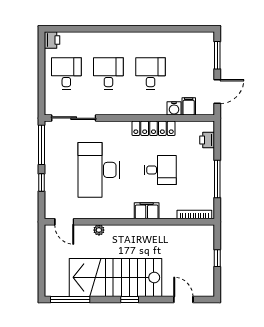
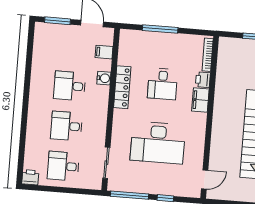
water cooler: (174, 108) -> (104, 78), moved
sliding door: (74, 118) -> (106, 163), width x0.73
printer: (207, 140) -> (203, 80), moved, turned 90
desk: (160, 170) -> (163, 84), turned 180
window: (217, 179) -> (160, 29), moved
plant: (99, 230) -> (215, 147), removed

